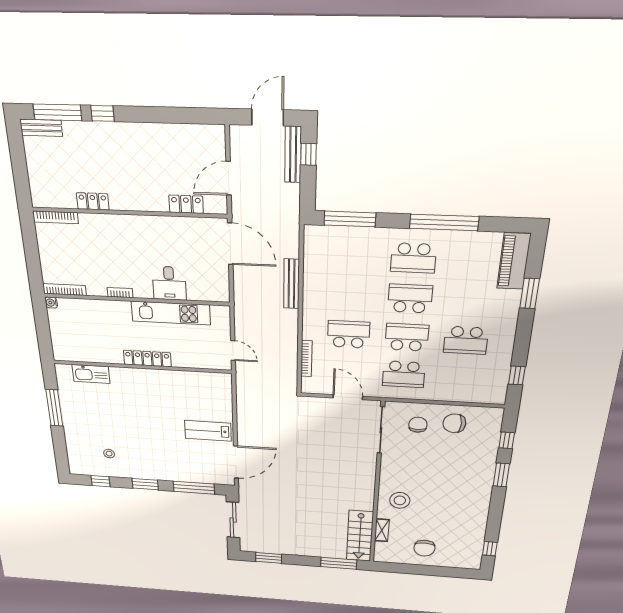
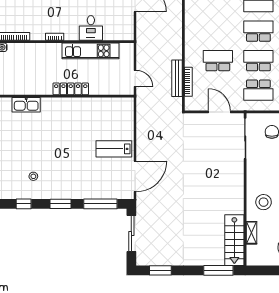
bench: (292, 284) -> (177, 78), moved

